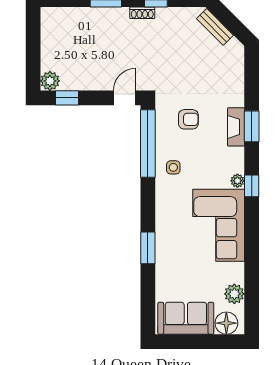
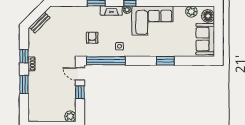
window: (67, 98) -> (80, 92), moved
fireplace: (236, 127) -> (111, 11), moved

